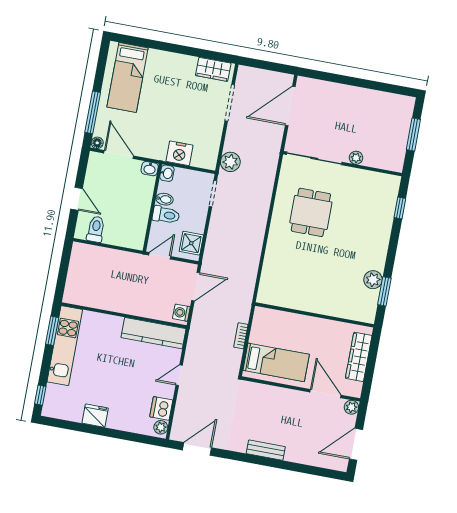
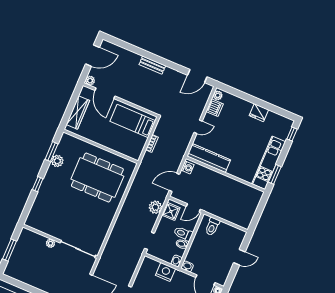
plant: (230, 162) -> (155, 207), moved
door: (77, 199) -> (239, 257), swing flipped
window: (400, 208) -> (38, 184), moved
dining table: (311, 212) -> (97, 178), moved, width x1.88, depth x1.24
toilet: (96, 229) -> (212, 226), moved

